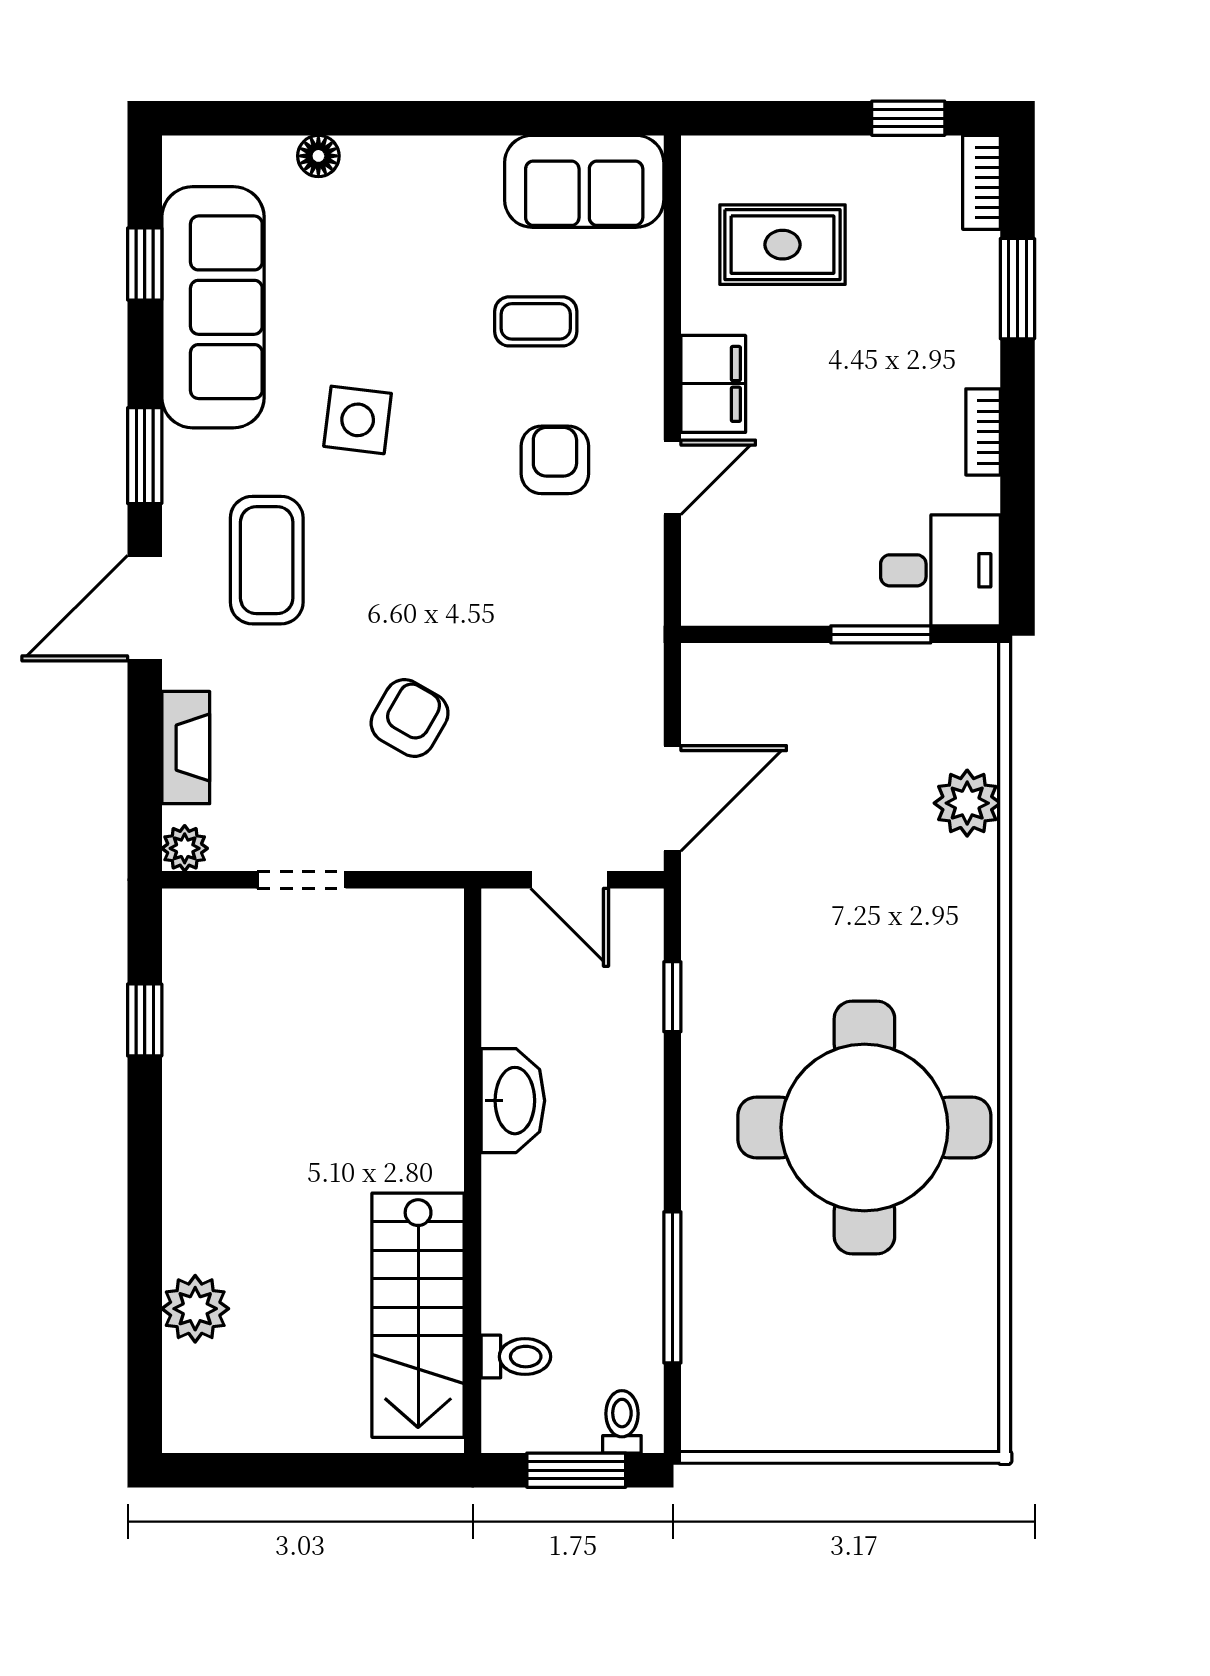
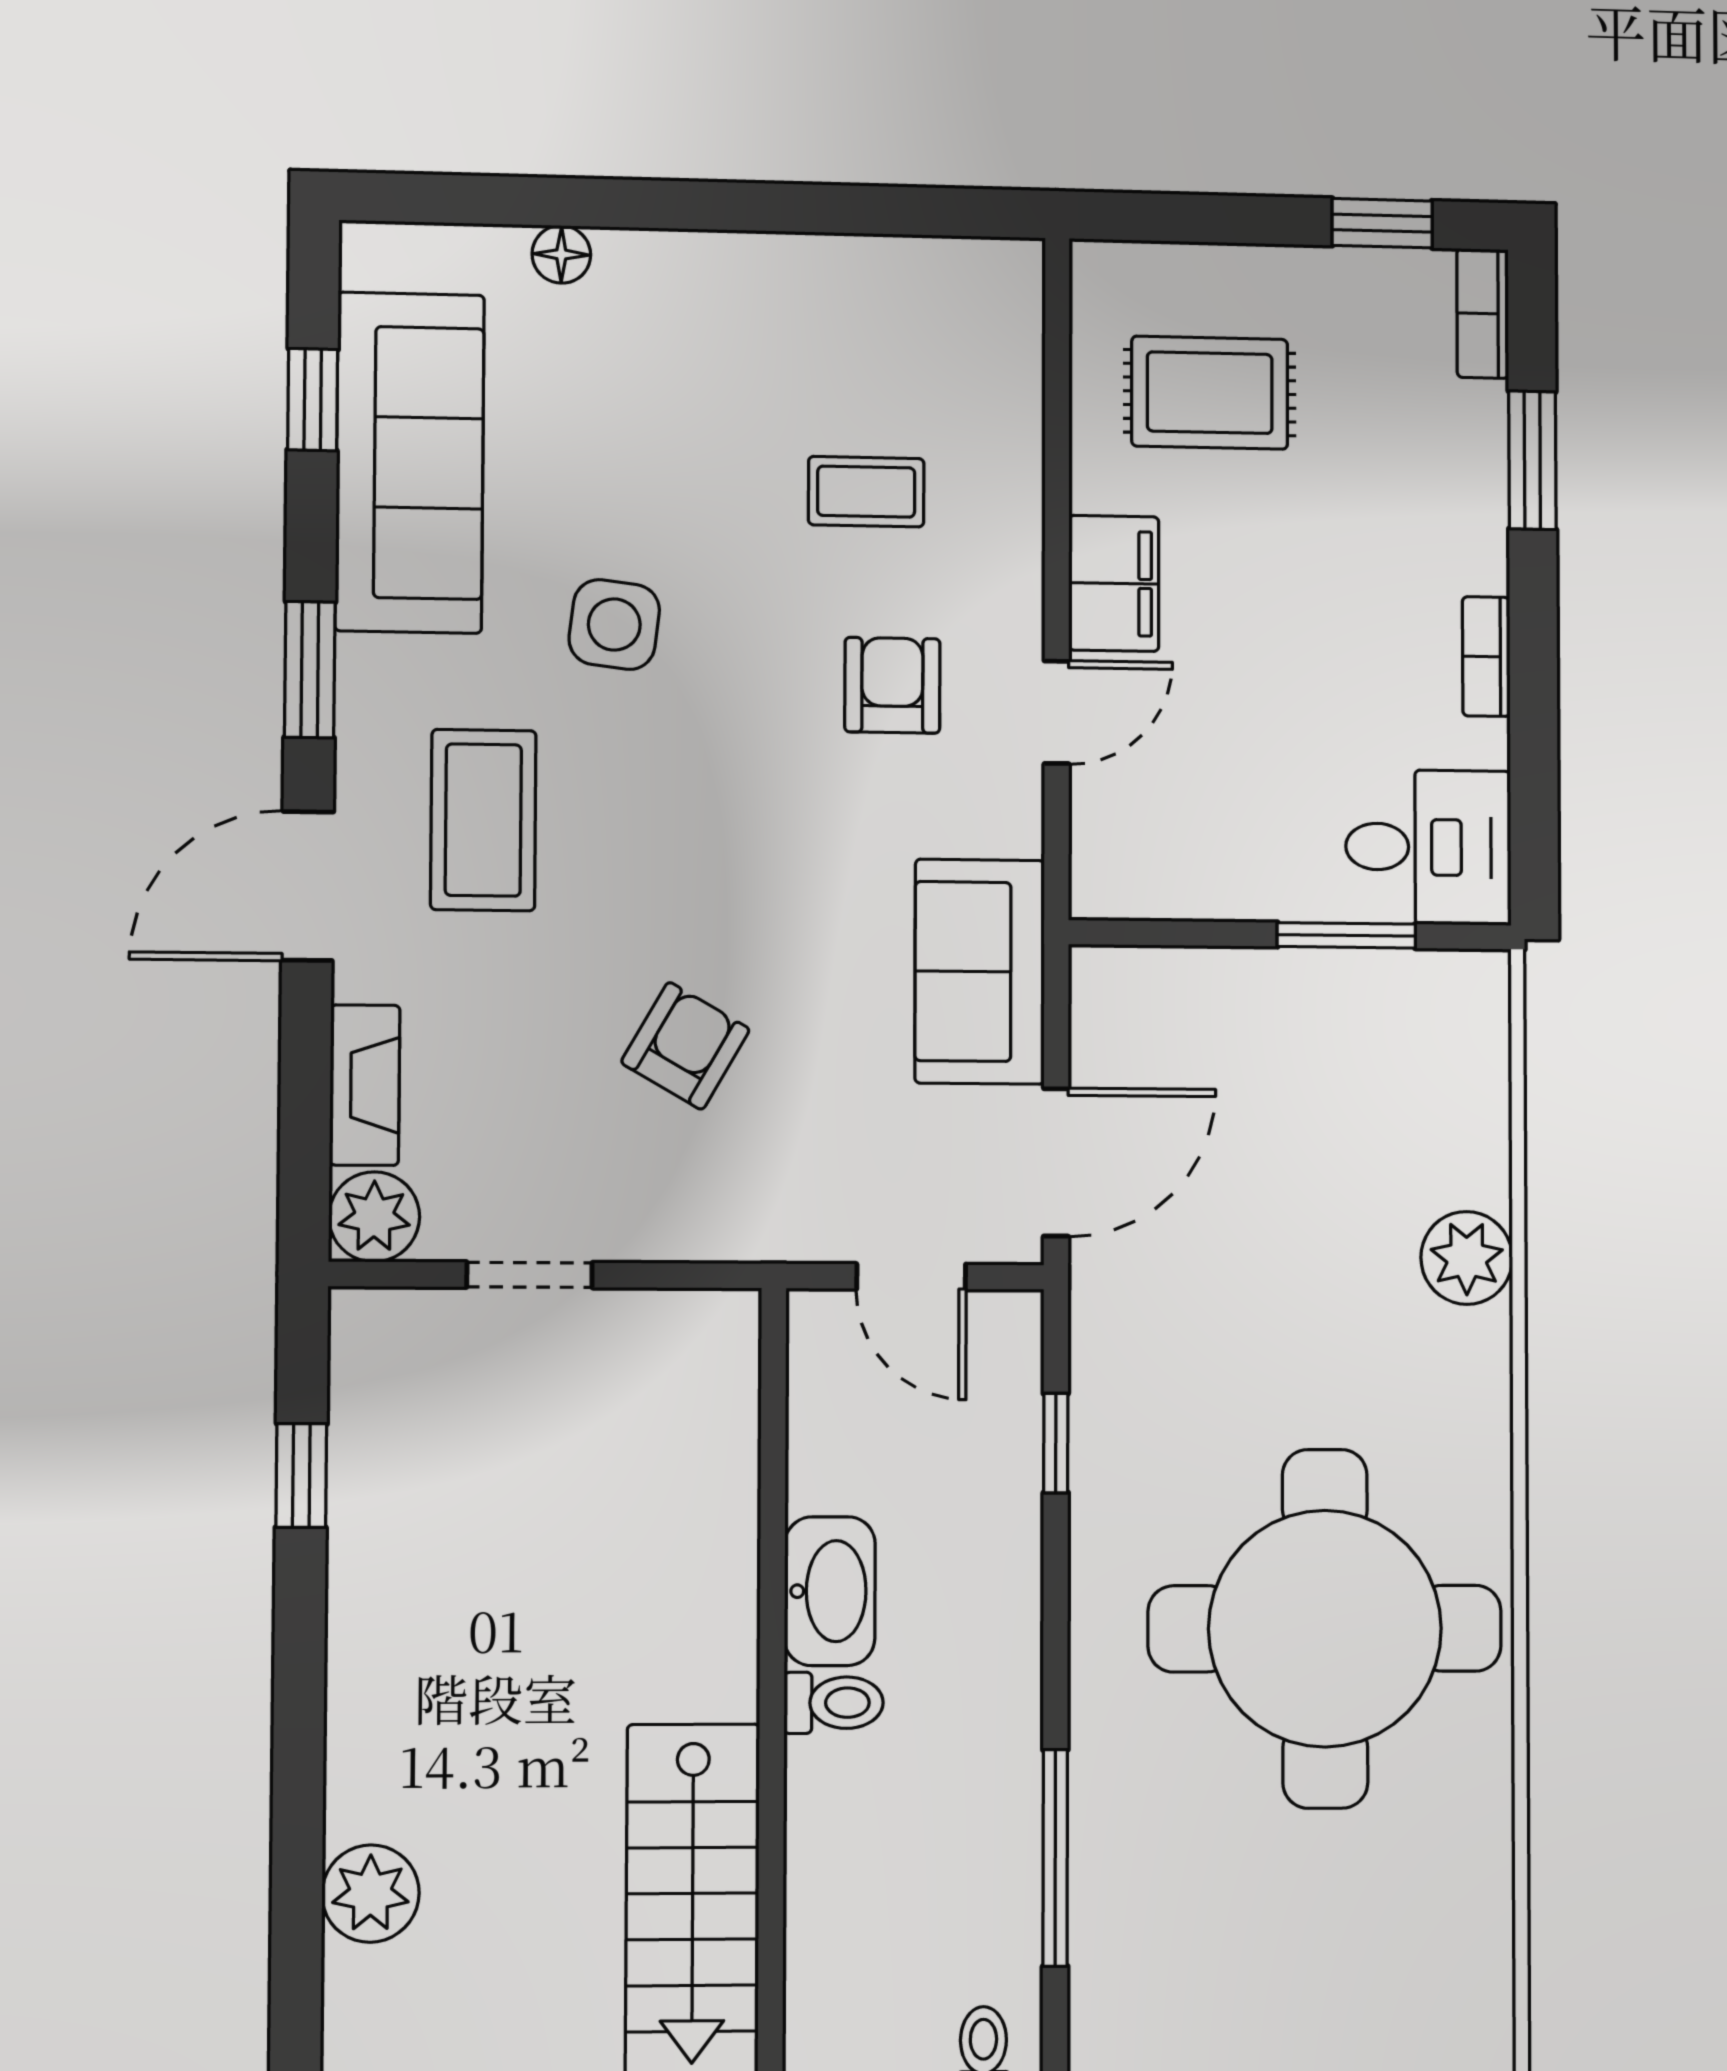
sofa: (584, 181) -> (980, 972), moved, turned 90
plant: (967, 803) -> (1467, 1258), moved
plant: (185, 848) -> (374, 1217), width x1.38, depth x1.38
toilet: (516, 1357) -> (834, 1703), moved

